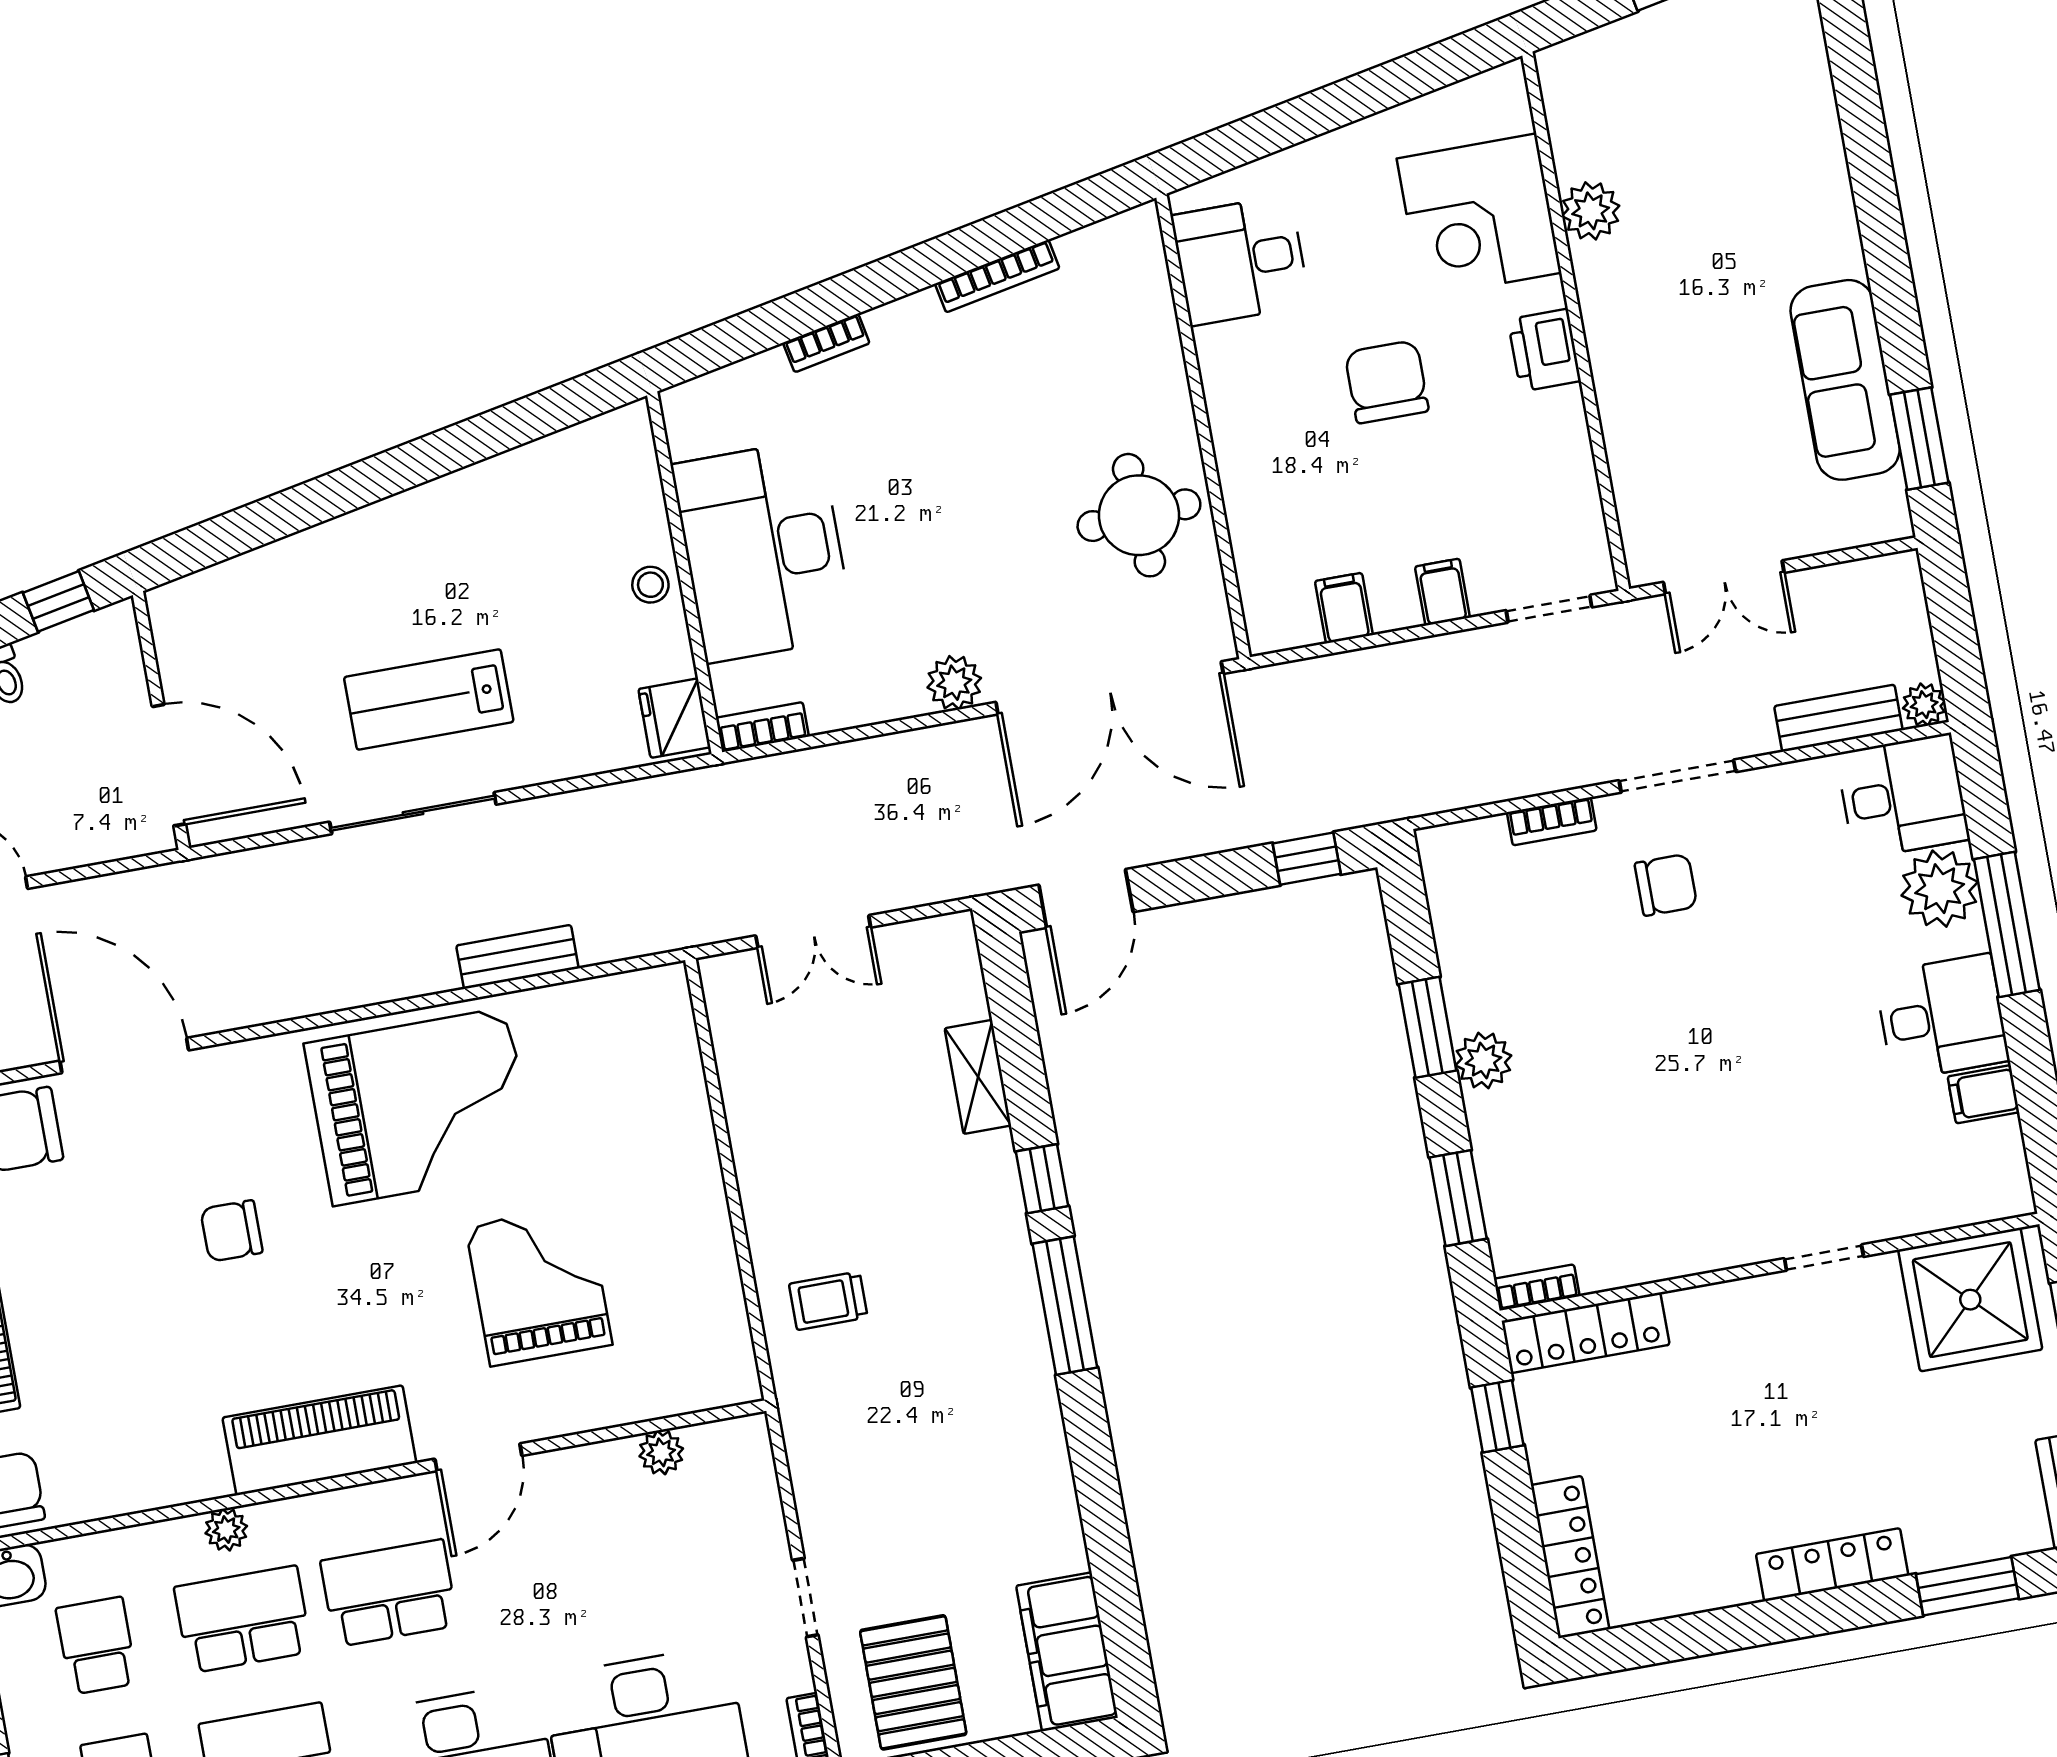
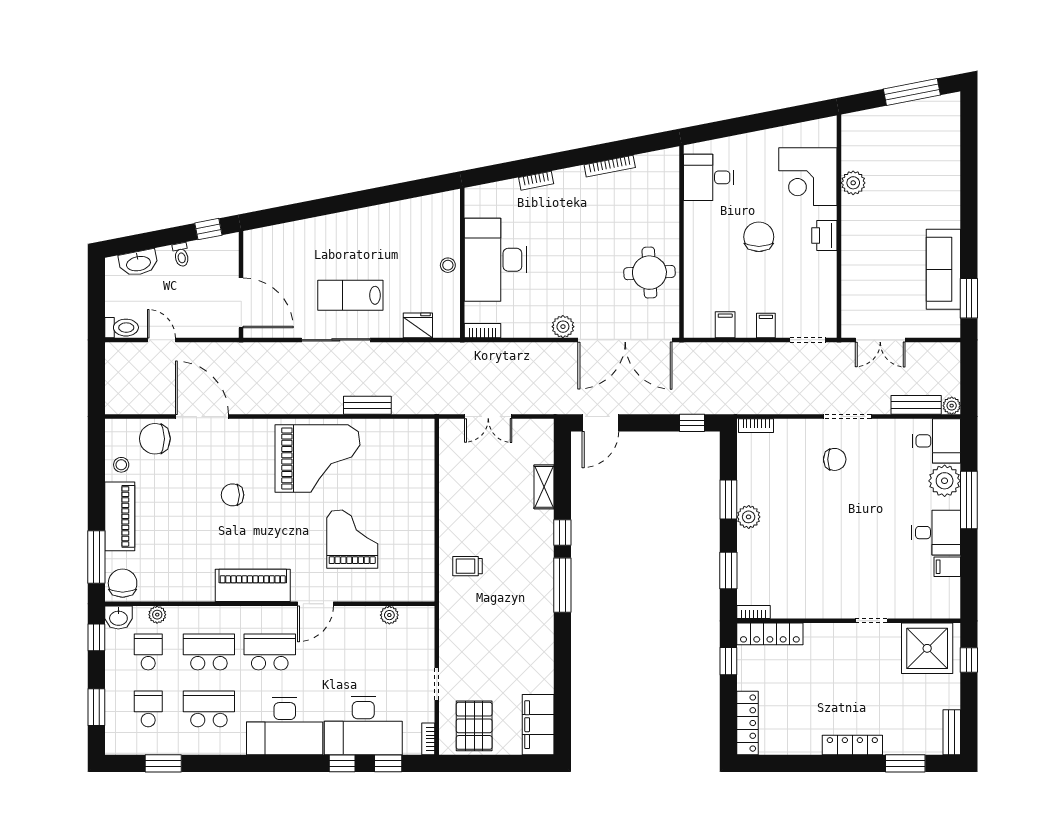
fridge: (674, 718) -> (418, 325), moved, turned 90
bookcase: (1552, 821) -> (756, 426), moved
plant: (226, 1530) -> (157, 615), moved

